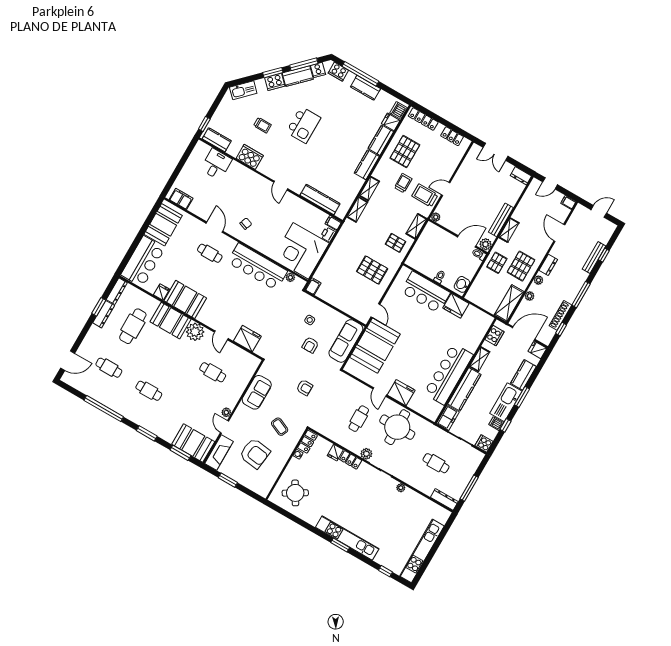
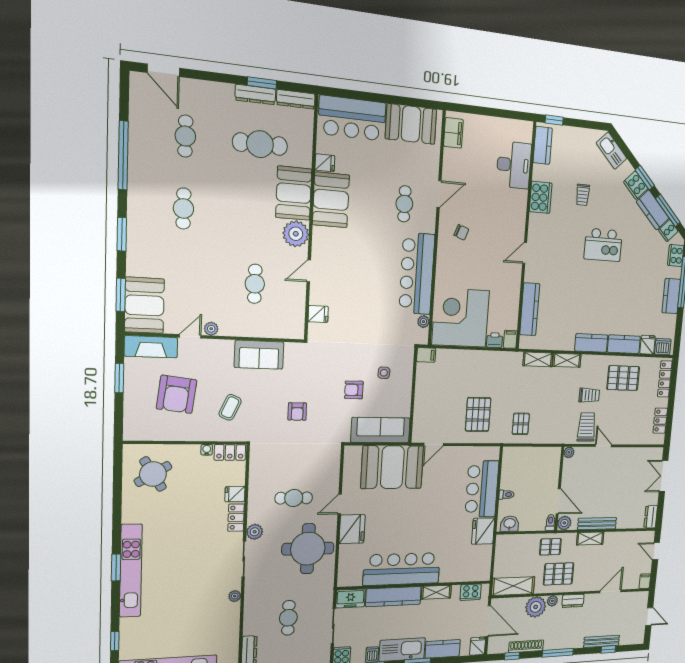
desk: (216, 164) -> (514, 165), width x1.37
shelving: (417, 226) -> (550, 437), removed
plant: (530, 296) -> (536, 607), width x1.87, depth x1.87
fridge: (247, 339) -> (318, 314), width x0.53, depth x0.75

